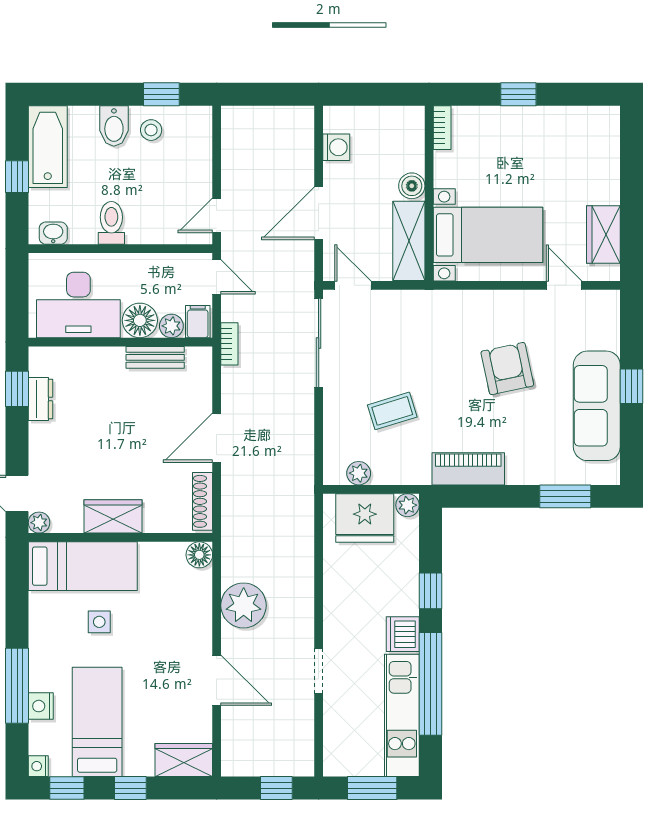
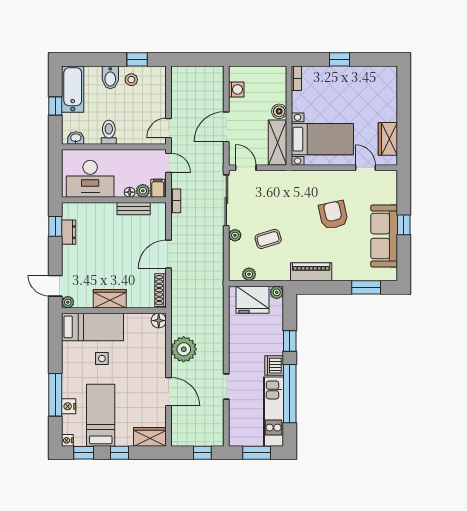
floor lamp: (140, 320) -> (130, 192), width x0.53, depth x0.53
plant: (334, 404) -> (235, 235), added

